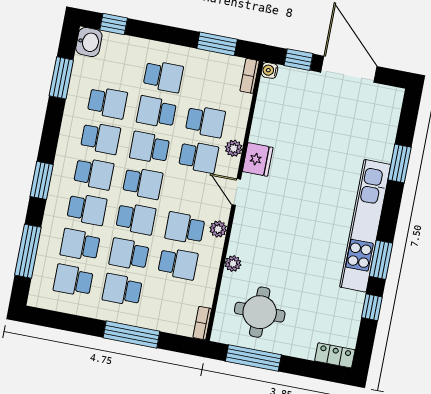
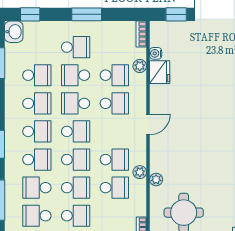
window: (217, 44) -> (87, 14), moved
water cooler: (269, 70) -> (156, 53), moved
plant: (234, 148) -> (140, 66), moved
fridge: (258, 159) -> (160, 72), moved
door: (236, 192) -> (148, 124), swing flipped
school desk: (185, 228) -> (114, 160), turned 180
plant: (218, 229) -> (140, 172), moved
school desk: (129, 254) -> (76, 188), turned 180
school desk: (122, 290) -> (76, 216), turned 180

